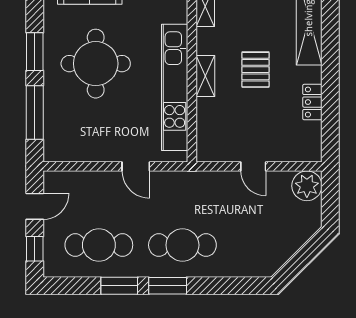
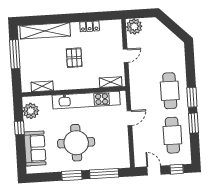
pallet: (255, 70) -> (74, 58), turned 90
shelving: (205, 76) -> (111, 82), moved

